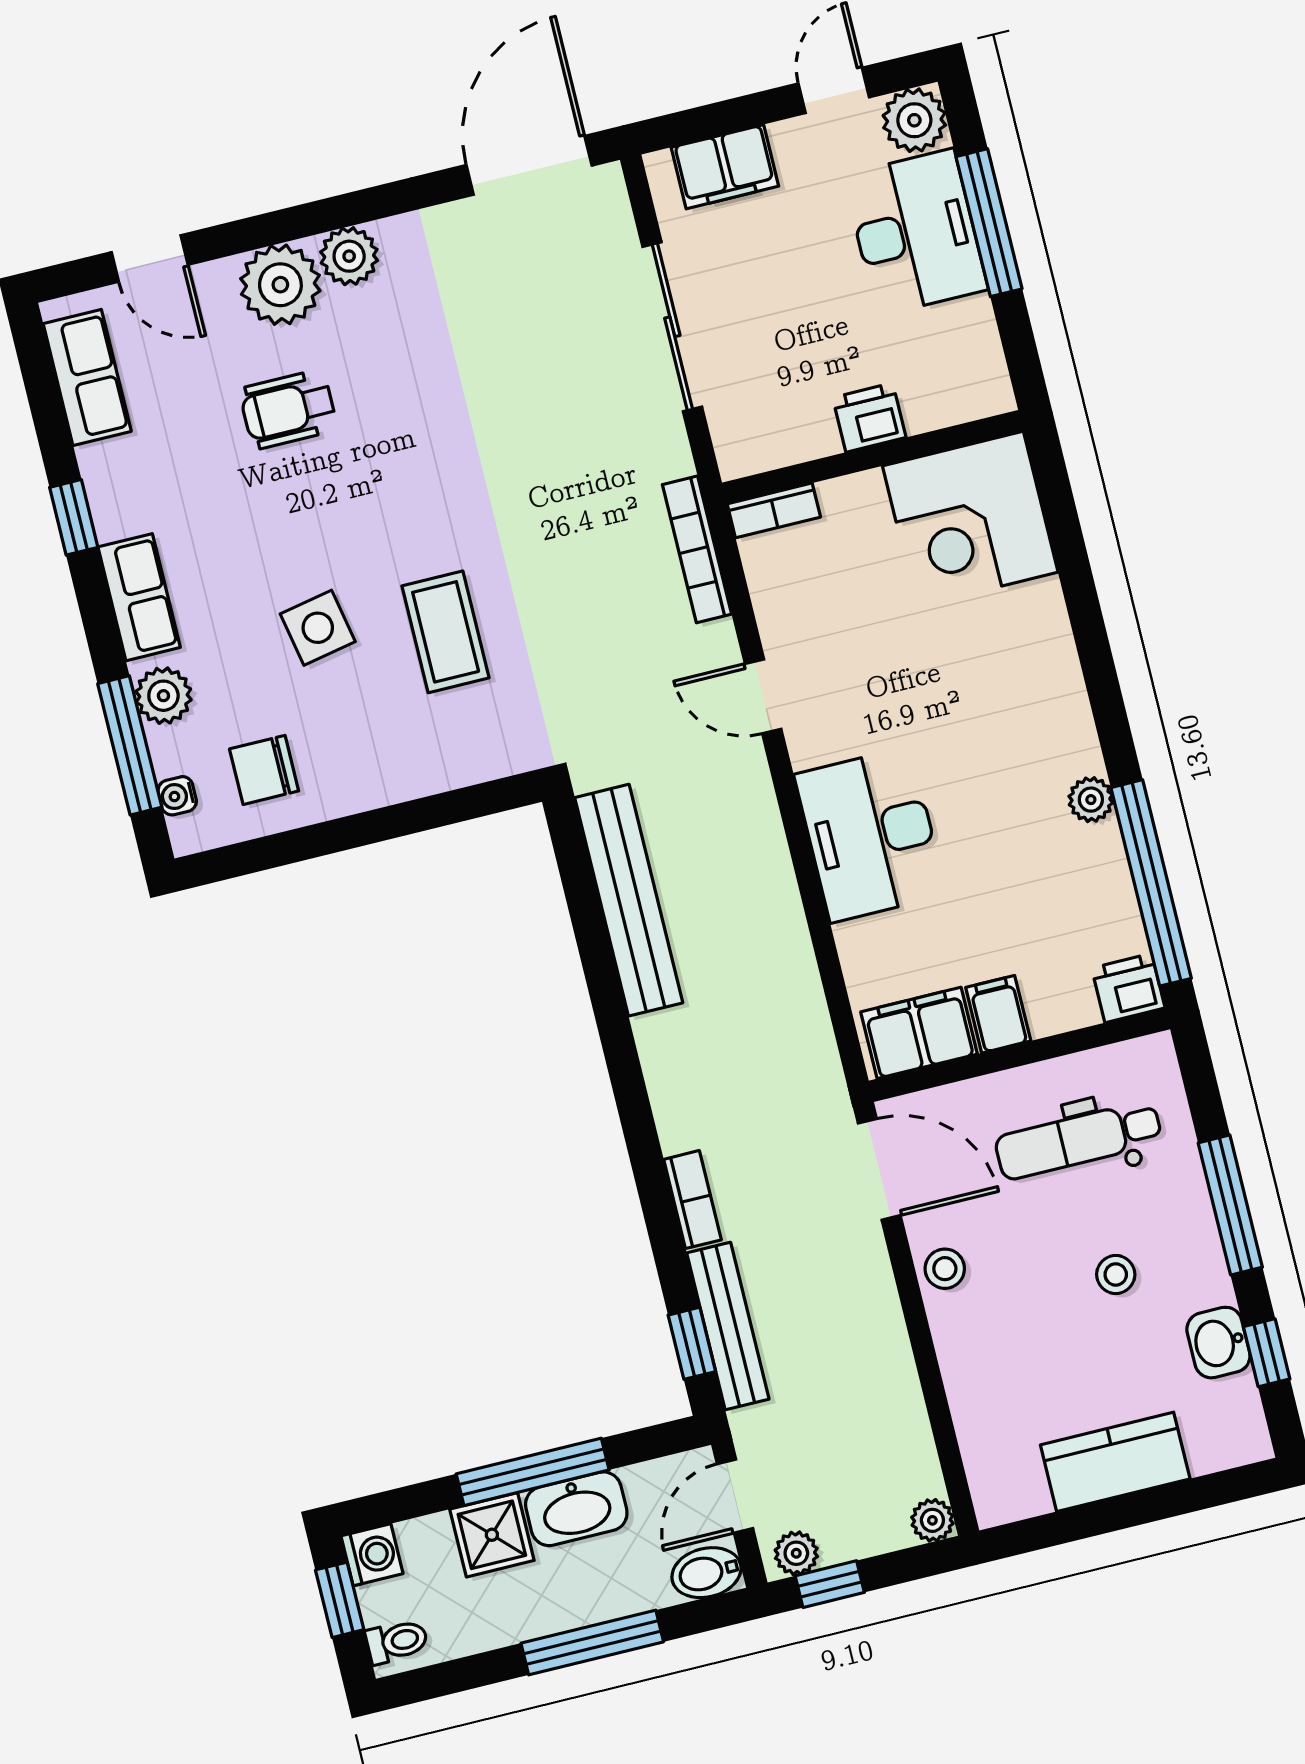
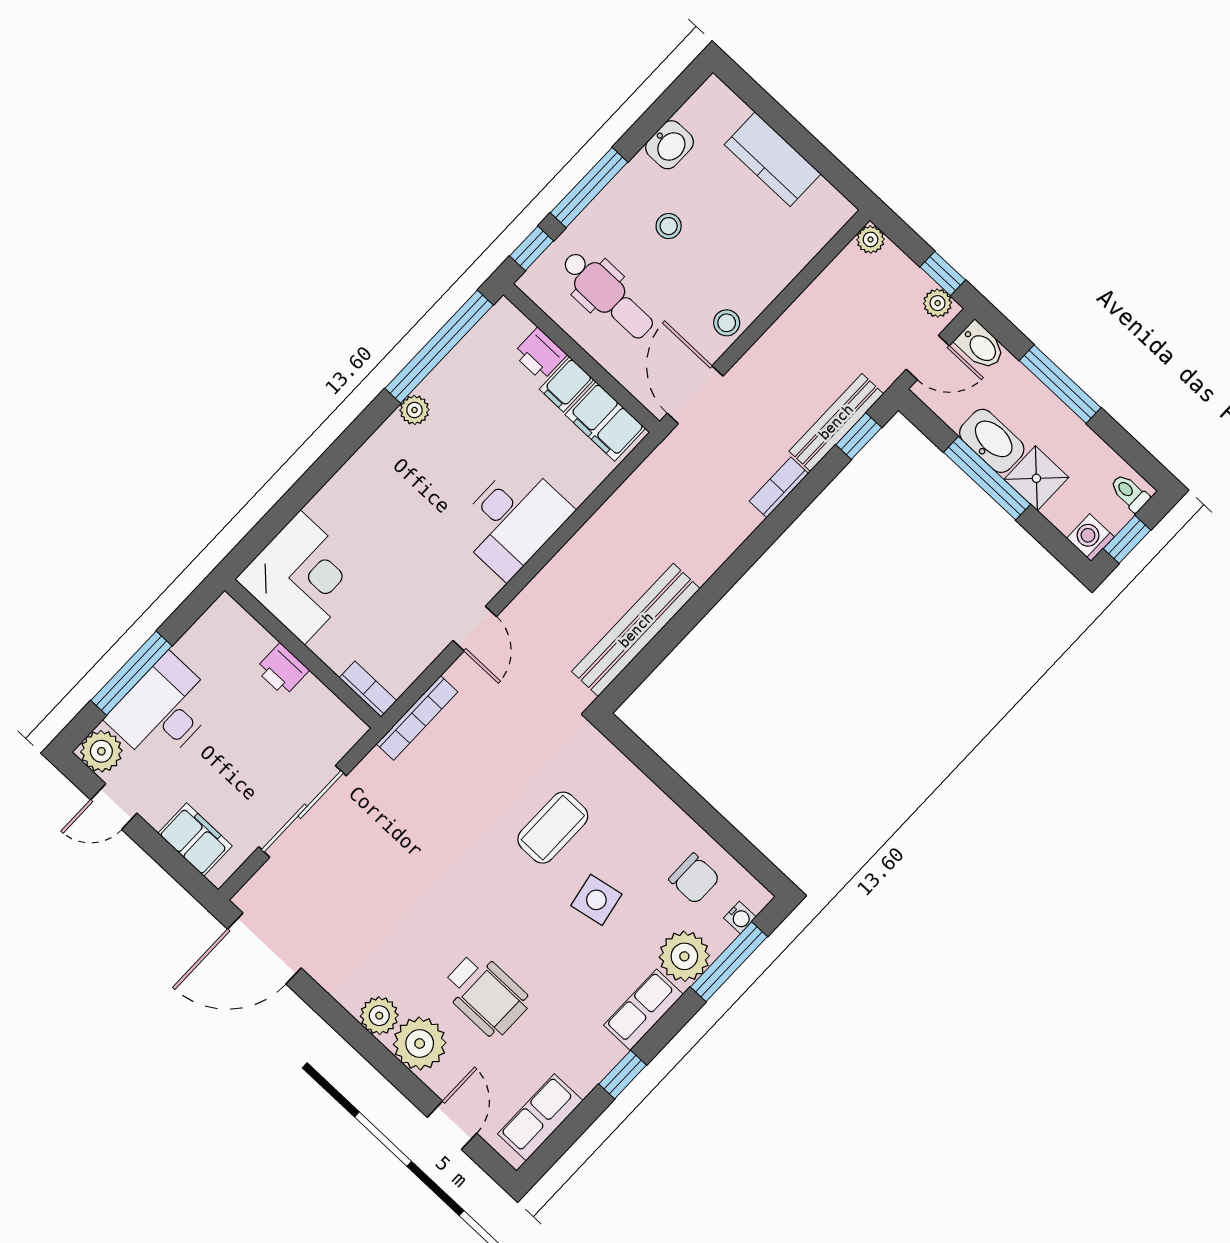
wheelchair: (288, 409) -> (486, 994), width x1.36, depth x1.37
plant: (163, 696) -> (684, 956), width x1.36, depth x1.36
printer: (1128, 988) -> (540, 354), moved
window: (1267, 1353) -> (532, 248), moved

